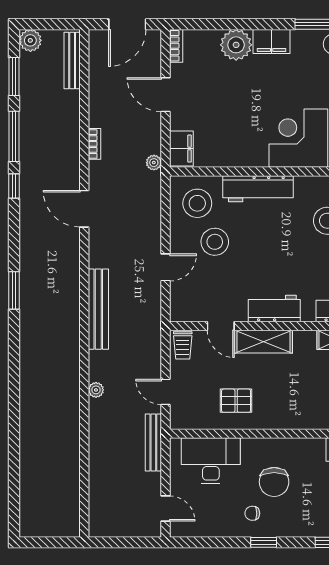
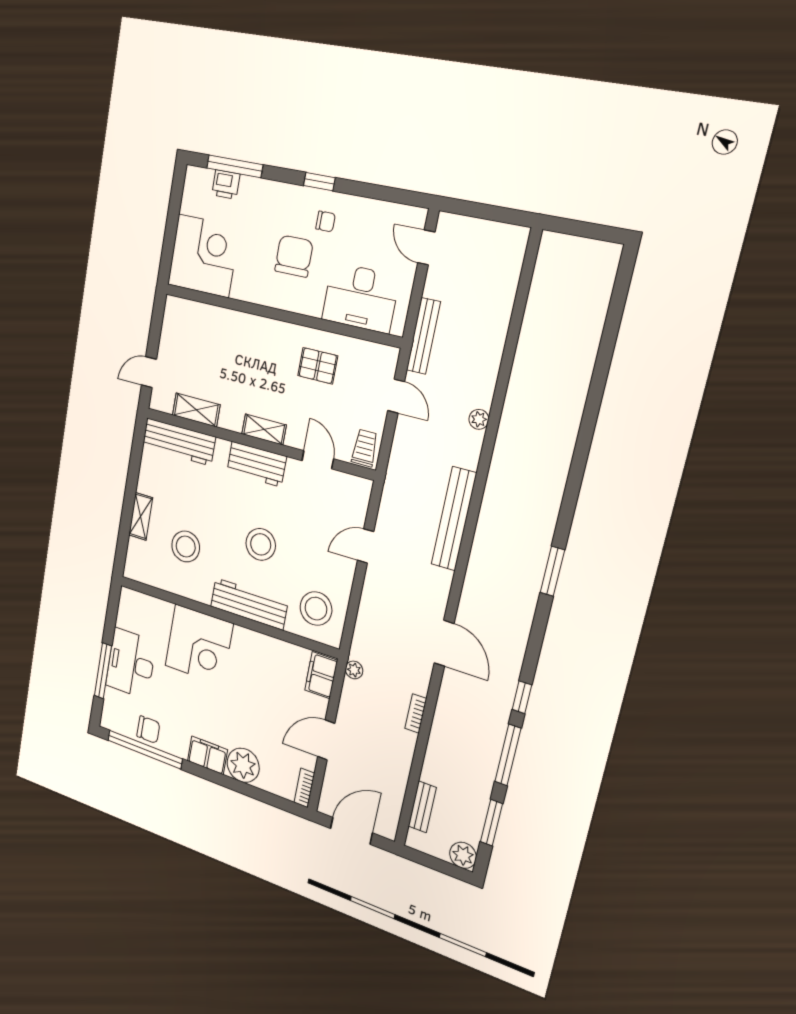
bench: (72, 60) -> (422, 807), width x0.73
door: (165, 95) -> (326, 740), swing flipped
stool: (215, 242) -> (261, 544), moved
shelving: (263, 342) -> (264, 429), width x0.67, depth x0.75

